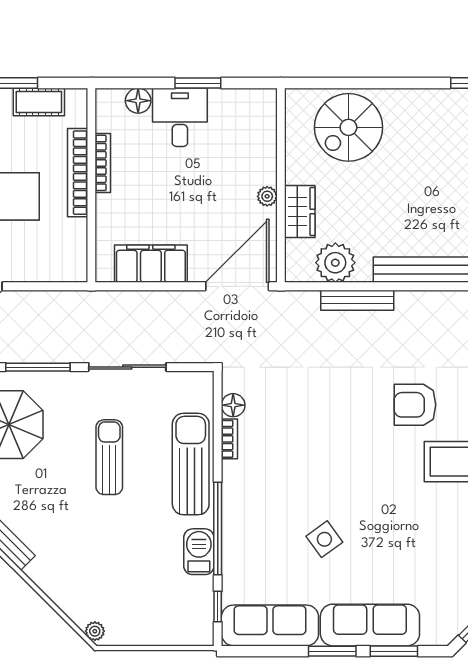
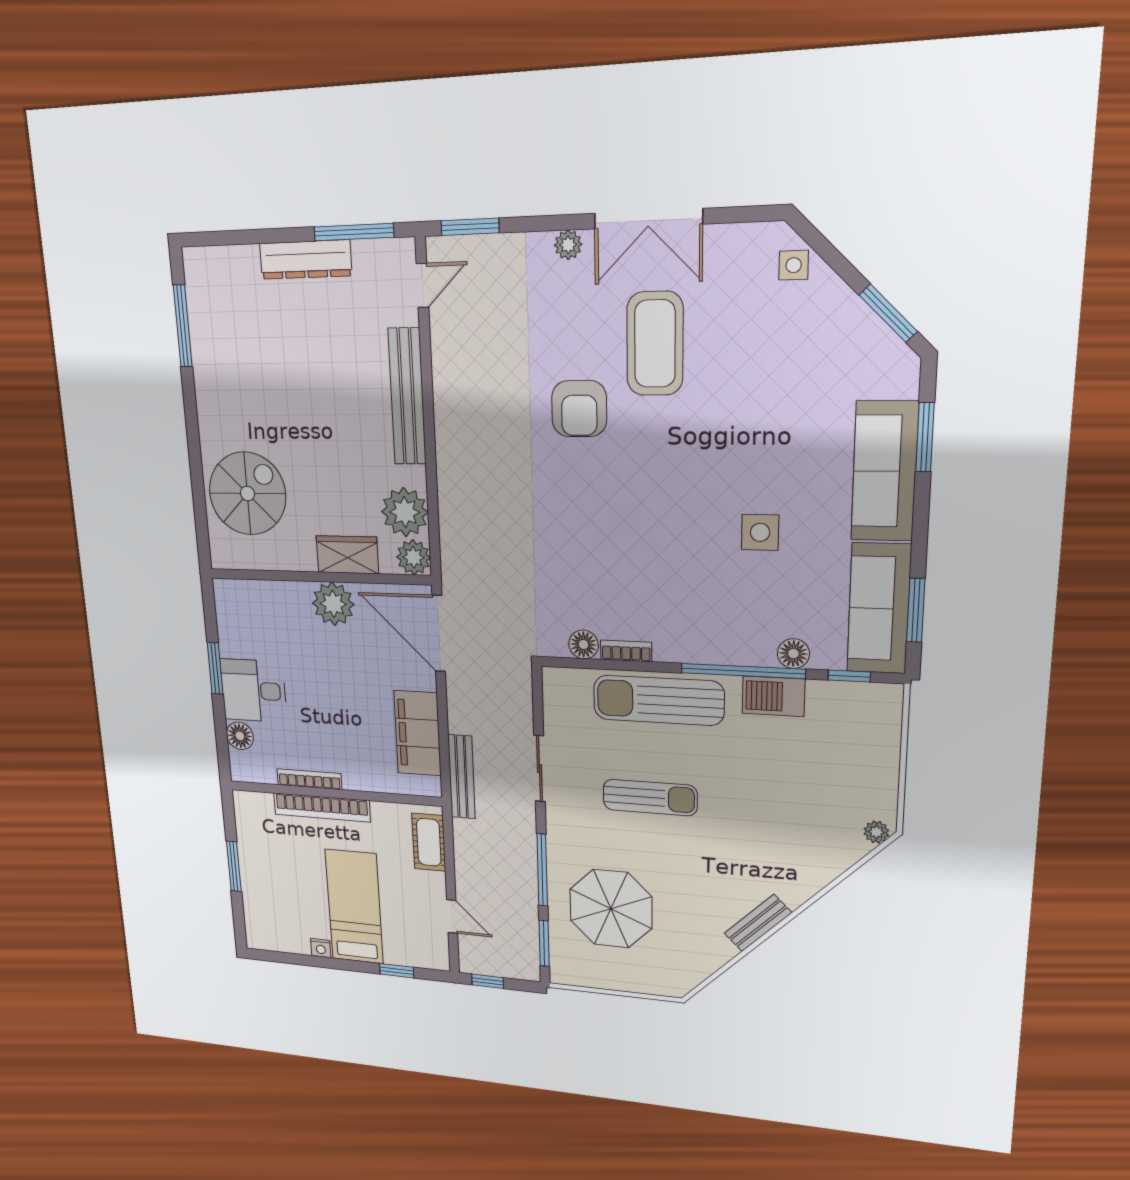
cot: (39, 102) -> (429, 842), moved
spiral stairs: (348, 127) -> (247, 493), turned -90
plant: (267, 196) -> (333, 604), width x1.88, depth x1.88
plant: (299, 268) -> (414, 557), added
bench: (357, 300) -> (462, 777), moved
sliding door: (127, 367) -> (540, 769), width x0.73
sun lounger: (109, 457) -> (650, 797), turned 180
side table: (324, 539) -> (760, 532), turned 36
floor lamp: (233, 566) -> (793, 654), added
window: (332, 651) -> (916, 610), moved

